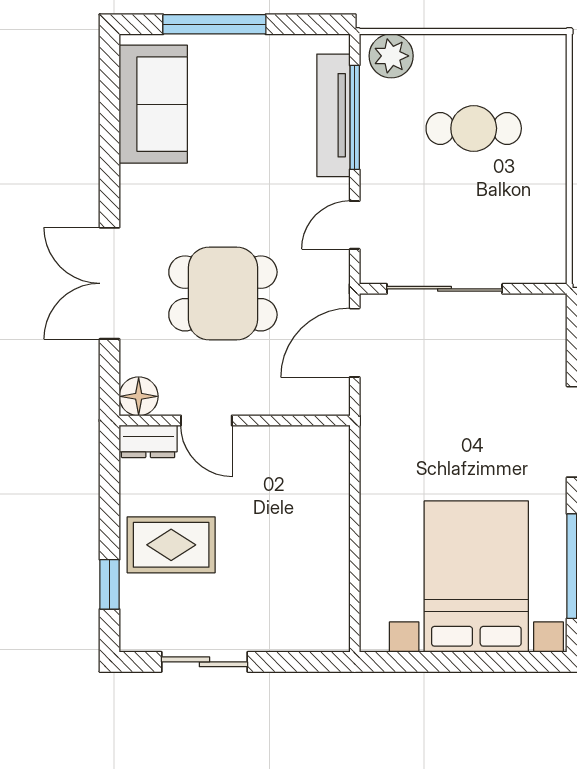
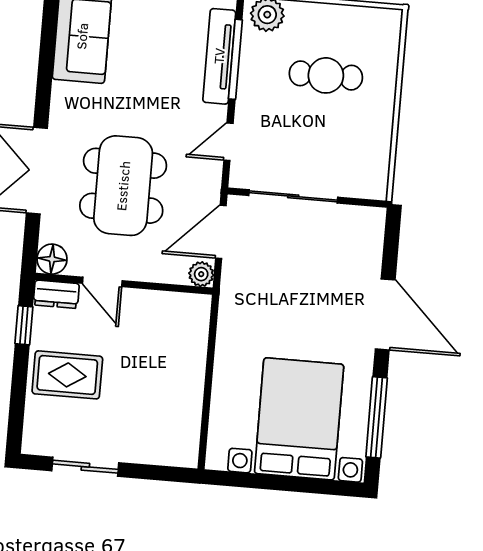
dining table: (223, 293) -> (123, 186), width x1.38
plant: (334, 400) -> (201, 274), added
window: (109, 584) -> (24, 325), moved

